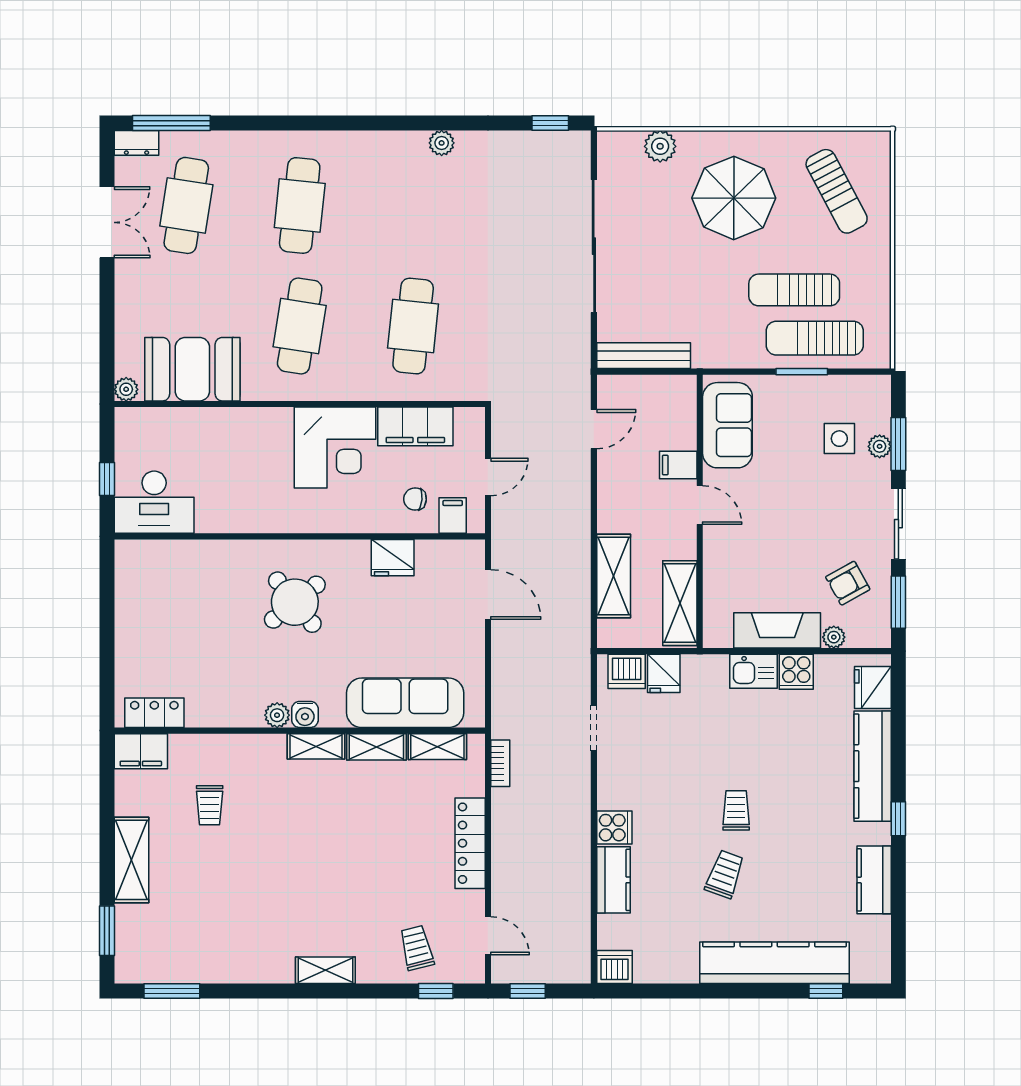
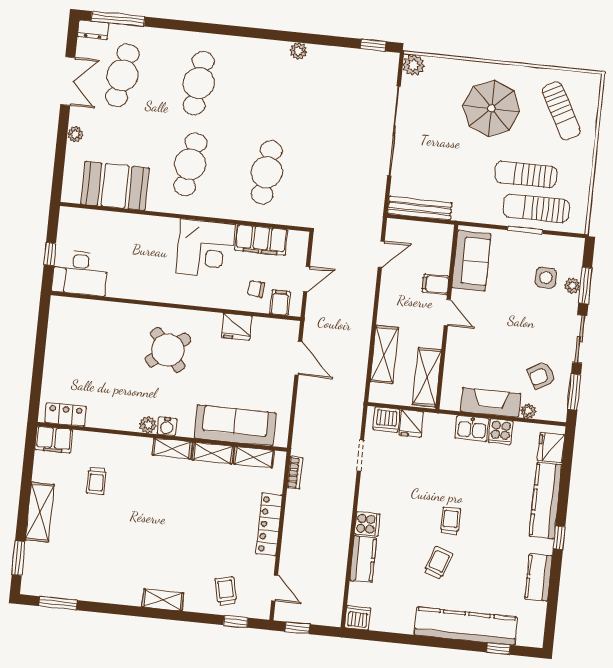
plant: (660, 146) -> (414, 65), moved
plant: (126, 389) -> (75, 134), moved

